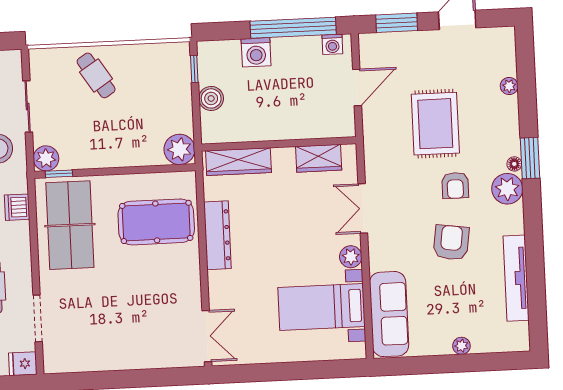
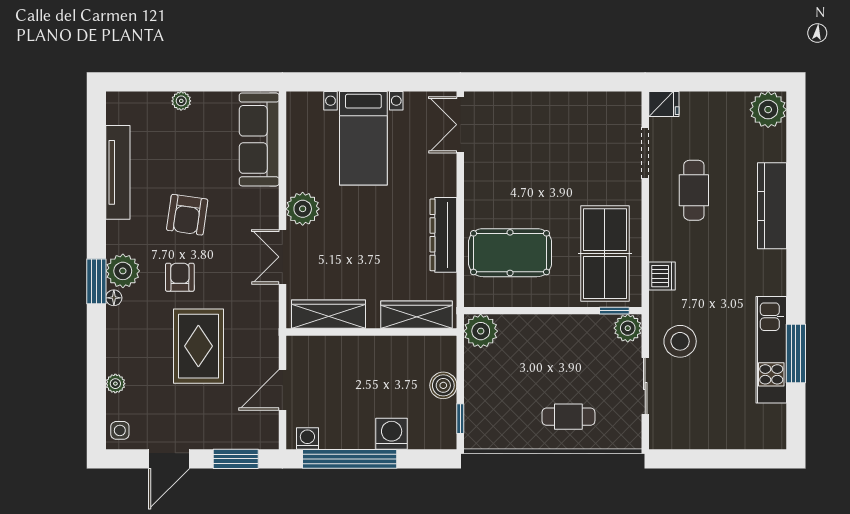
side table: (503, 44) -> (120, 430), added
cafe table: (96, 75) -> (568, 417), turned -57
wardrobe: (319, 158) -> (328, 314), width x1.50
window: (530, 158) -> (96, 281), moved
double door: (363, 208) -> (282, 257), swing flipped
plant: (351, 257) -> (303, 209), width x1.36, depth x1.36
bed with nightstands: (322, 307) -> (363, 138), moved, turned 90

